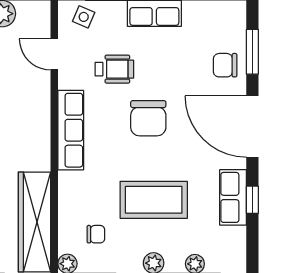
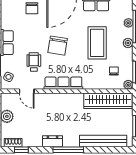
door: (54, 54) -> (27, 91), hinge flipped
chair: (148, 118) -> (58, 46), turned 99

